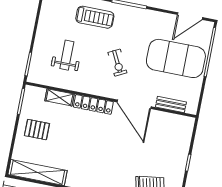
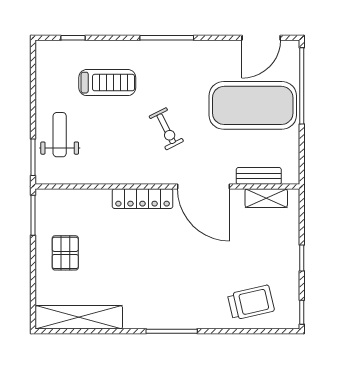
treadmill: (95, 17) -> (107, 83), moved
weight bench: (67, 55) -> (60, 135), moved
shelving: (59, 97) -> (266, 198), moved
pallet: (37, 130) -> (65, 253), turned 90

